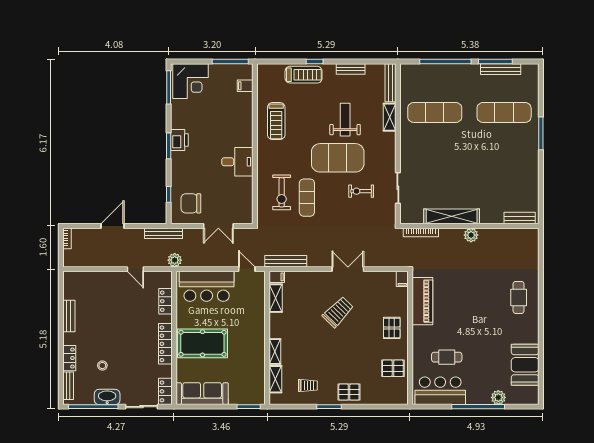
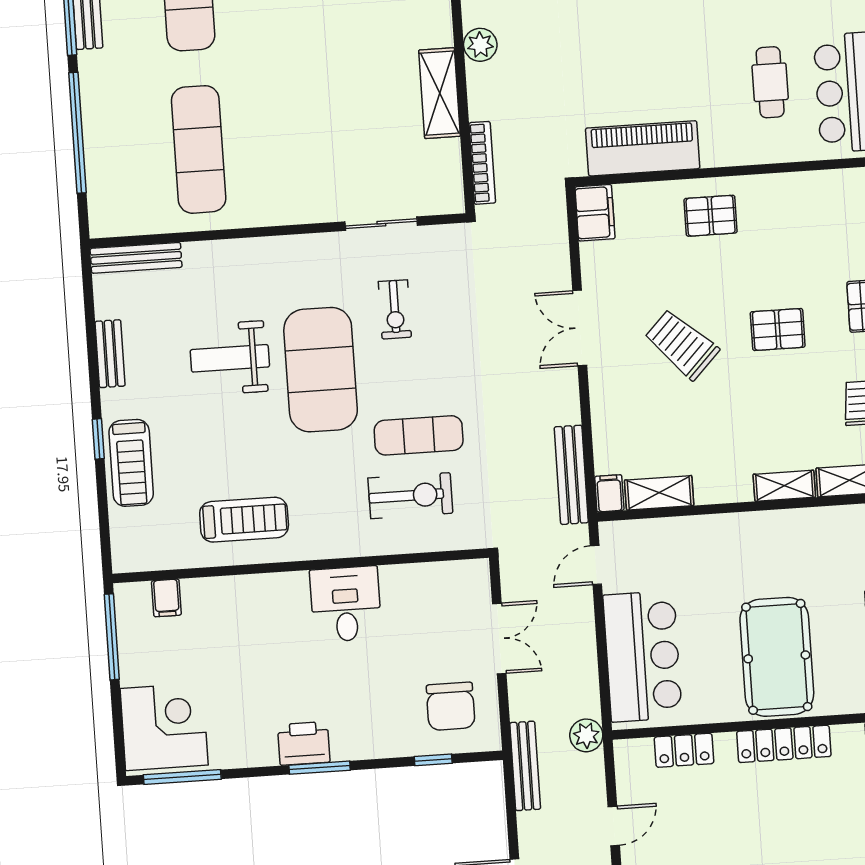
treadmill: (304, 75) -> (131, 463), turned 180
shelving: (390, 117) -> (217, 255), removed
shelving: (452, 216) -> (440, 93), width x0.68
filing cabinet: (402, 279) -> (595, 213), width x2.00
pallet: (393, 368) -> (778, 329), moved, turned 90

